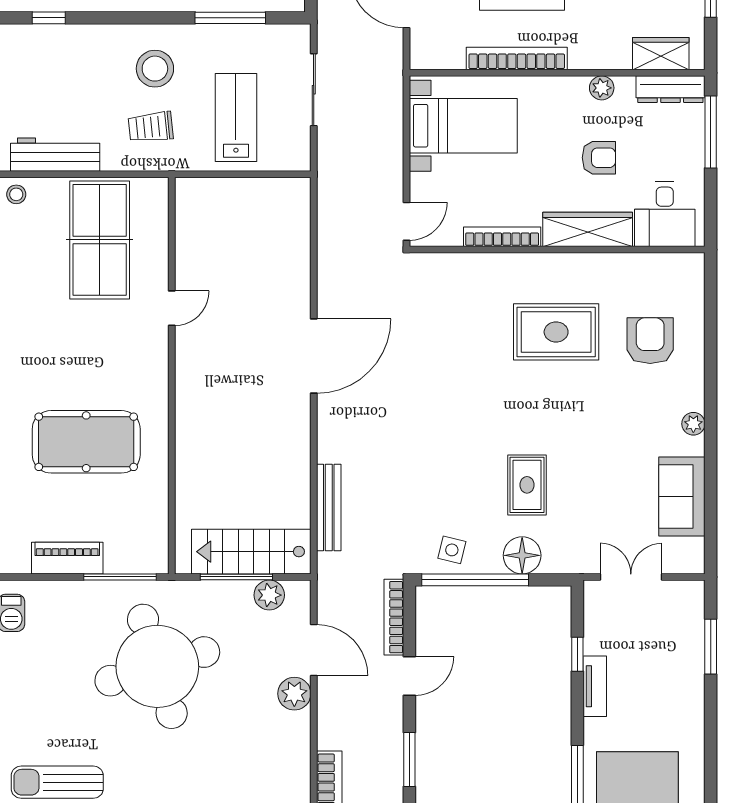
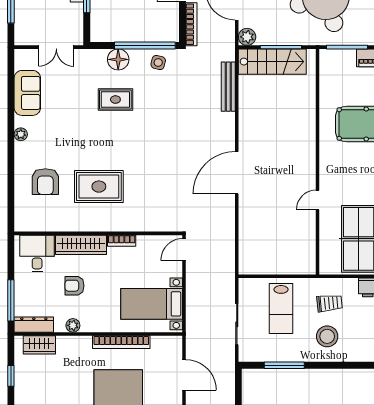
bookcase: (502, 237) -> (122, 241), width x0.64
rug: (527, 485) -> (115, 100), turned 90
plant: (269, 595) -> (247, 37), moved

